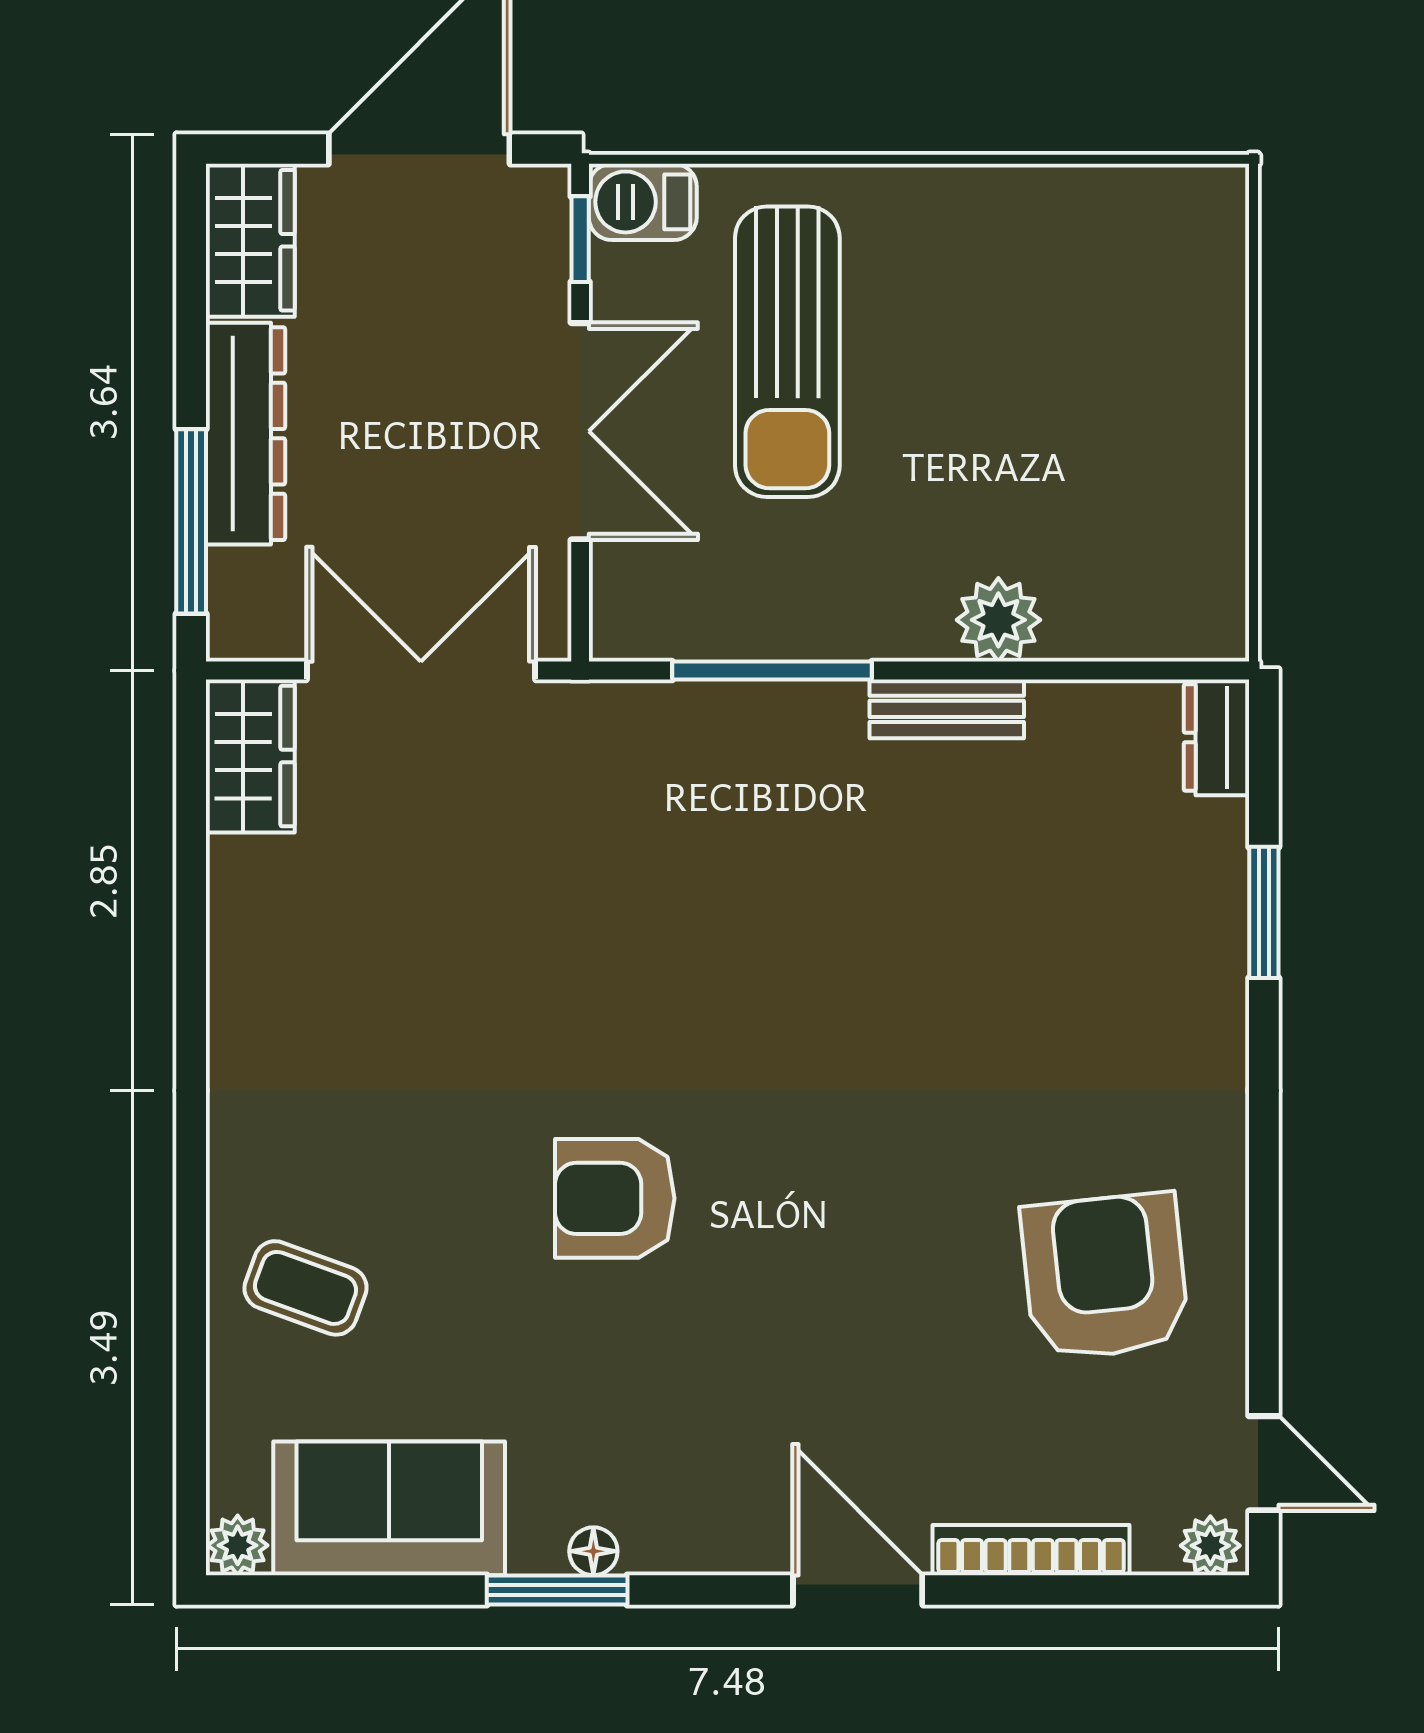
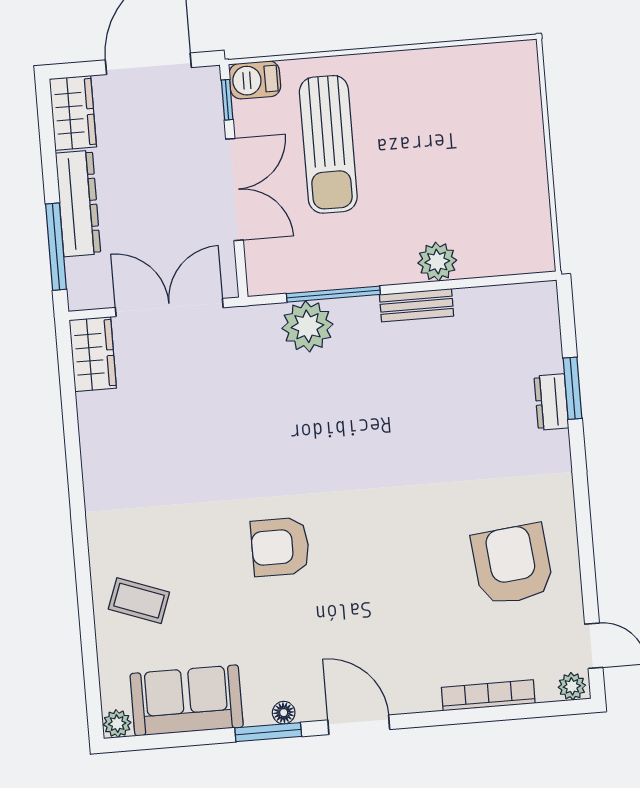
plant: (711, 734) -> (307, 326), added
dresser: (1216, 737) -> (551, 402), moved
door: (858, 1590) -> (359, 725), moved

